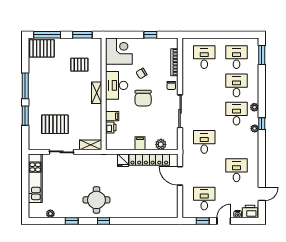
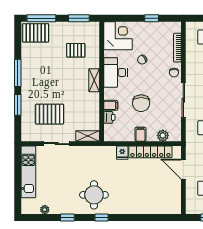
chair: (143, 98) -> (141, 103), moved

